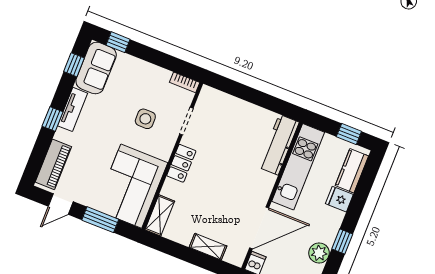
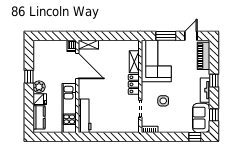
window: (349, 134) -> (49, 137), removed
shelving: (160, 215) -> (134, 62), moved
door: (259, 228) -> (77, 66), swing flipped
shelving: (208, 247) -> (88, 45), moved
plant: (319, 253) -> (39, 87), moved

